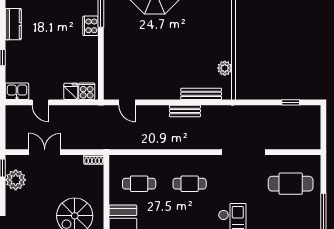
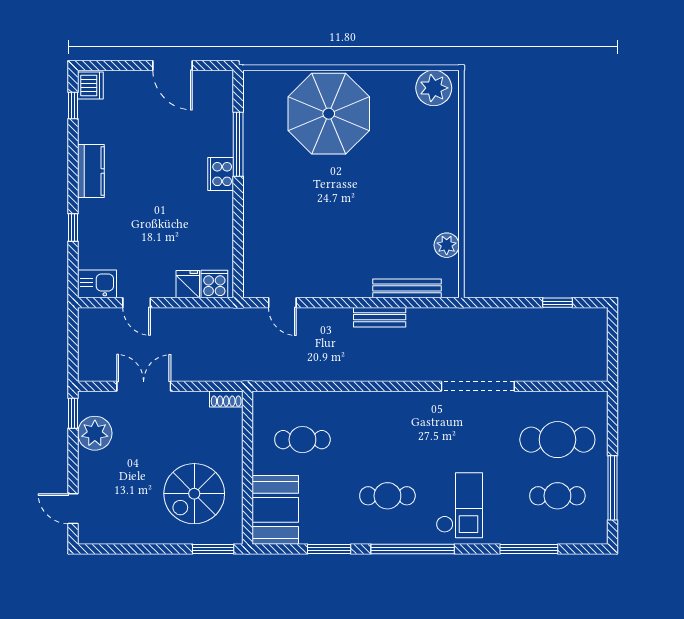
cafe table: (190, 184) -> (387, 496), moved
cafe table: (291, 217) -> (557, 496), added

